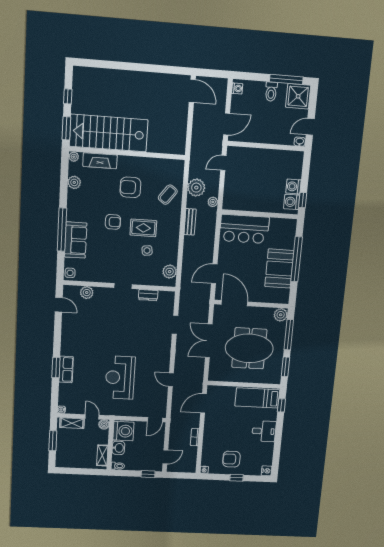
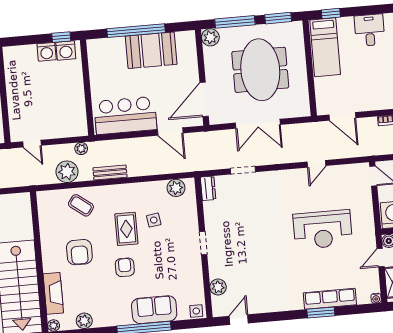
bar counter: (244, 229) -> (125, 115), moved, turned -90
dresser: (148, 295) -> (208, 188), moved
row of seats: (66, 369) -> (330, 299), width x1.48

